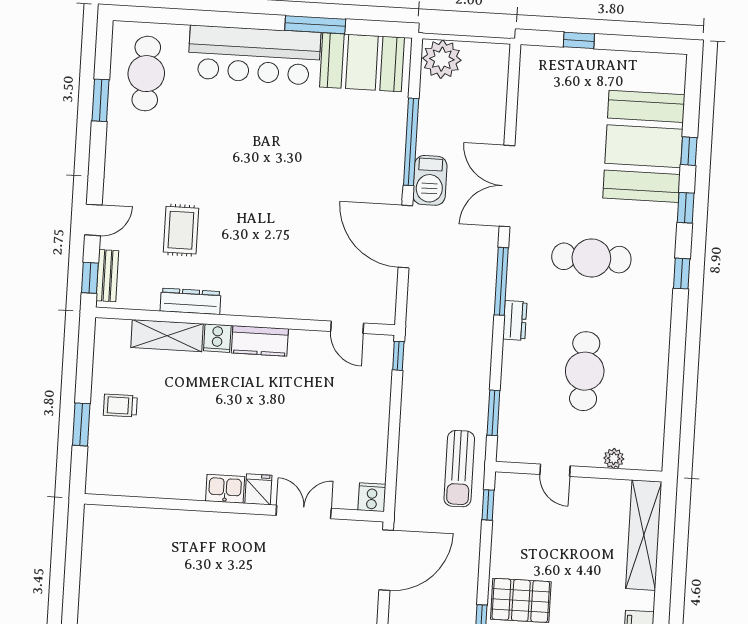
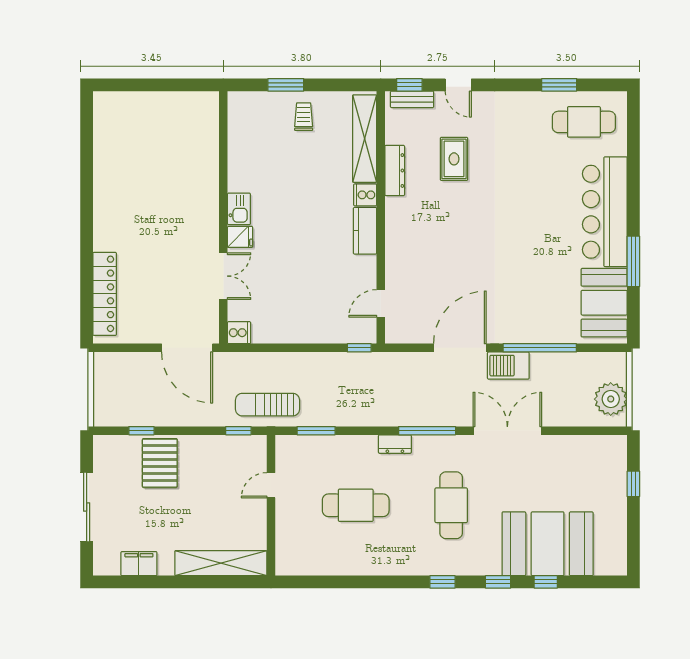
plant: (442, 59) -> (611, 399), moved
rug: (181, 230) -> (454, 159), turned 90
shelving: (167, 336) -> (365, 139), width x1.47
plant: (614, 458) -> (284, 534), removed

